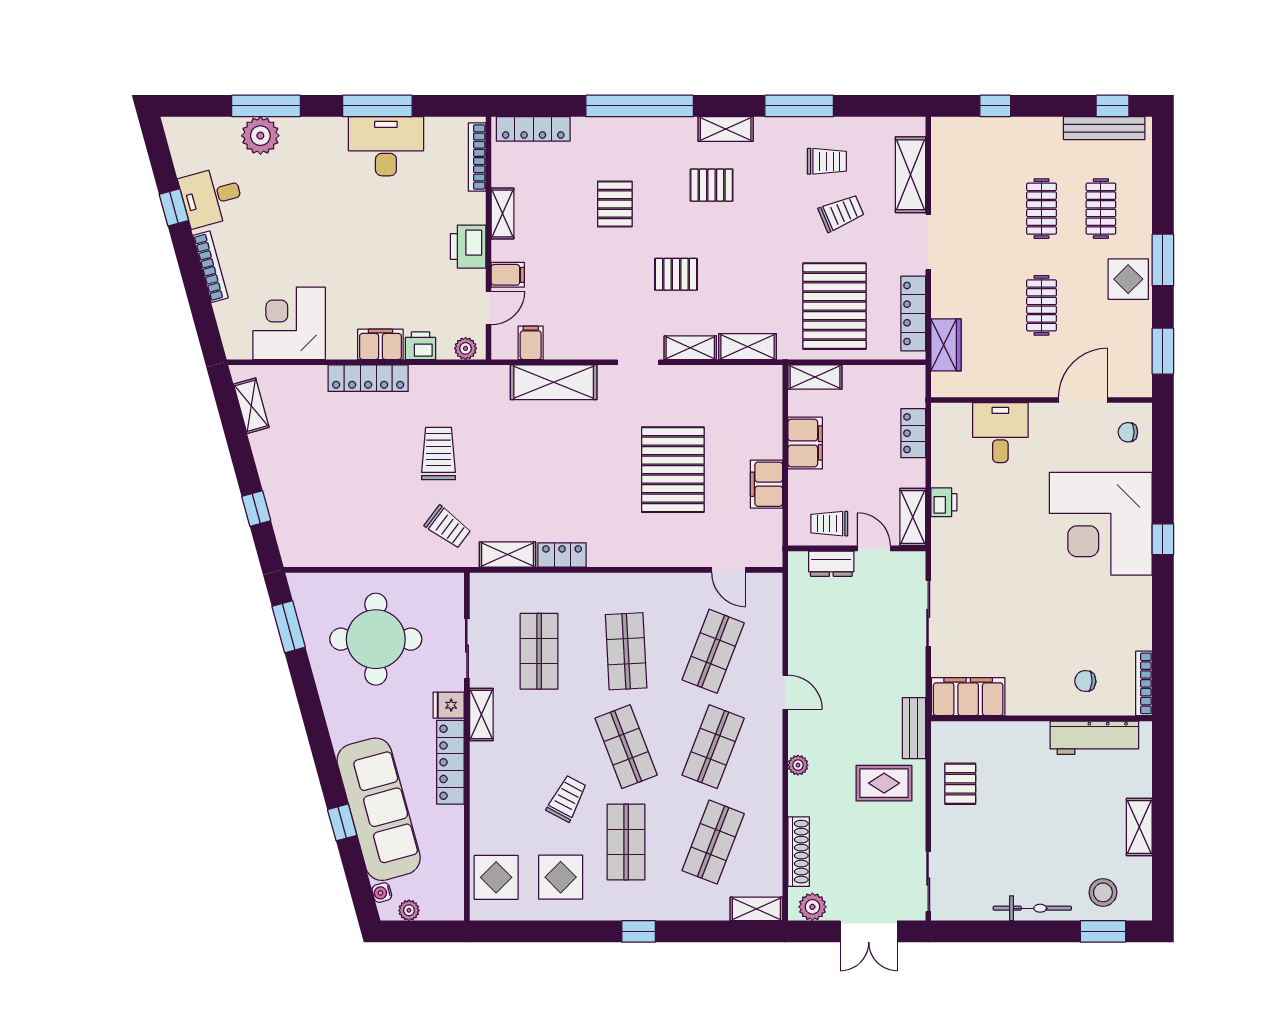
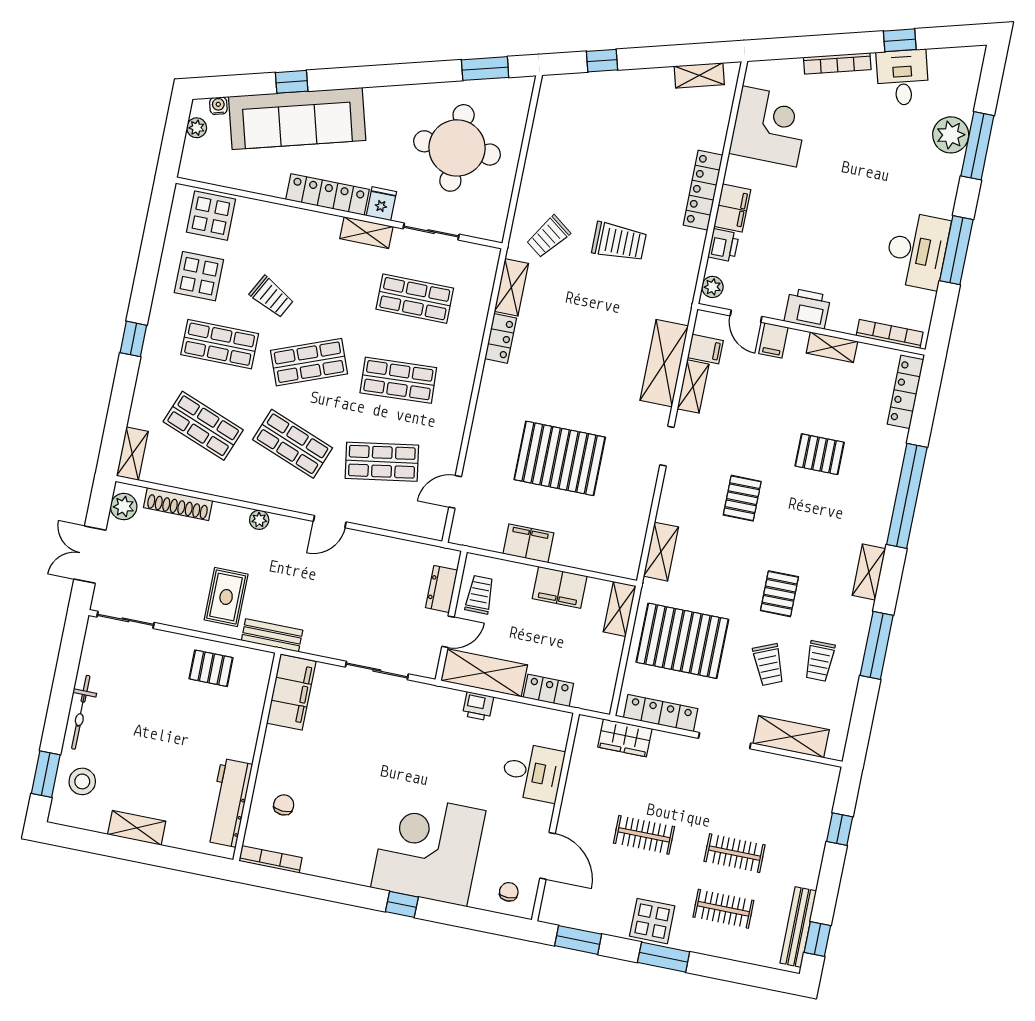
pallet: (712, 185) -> (779, 594), moved
shelving: (690, 348) -> (693, 386), moved
shelving: (913, 517) -> (484, 673), width x1.50, depth x1.33
shop shelf: (713, 651) -> (382, 462), turned -30

